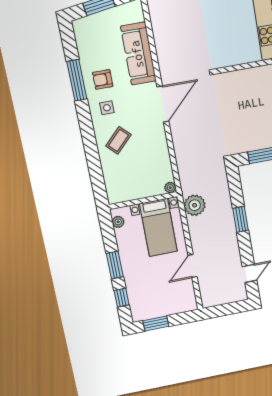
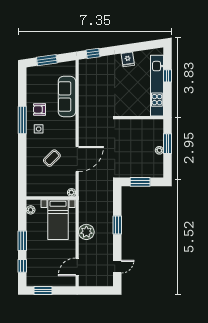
window: (77, 80) -> (22, 120), moved
door: (163, 104) -> (77, 159), moved
coffee table: (118, 140) -> (52, 158), moved
plant: (195, 205) -> (86, 232), moved
door: (193, 266) -> (77, 267), moved

